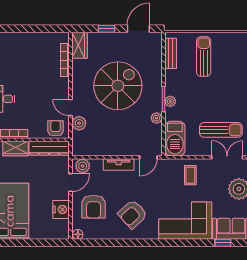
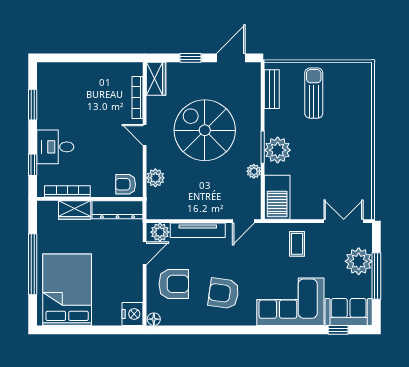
spiral stairs: (118, 86) -> (205, 130), turned -90
plant: (170, 101) -> (278, 150), width x1.88, depth x1.88
door: (71, 107) -> (145, 135), moved
armchair: (56, 128) -> (126, 184), turned -90
sun lounger: (221, 130) -> (336, 186), removed
tv unit: (119, 165) -> (198, 230), width x1.41
armchair: (93, 207) -> (174, 284), turned -90
nightstand: (61, 209) -> (133, 314), moved
armchair: (133, 214) -> (224, 293), turned 50

